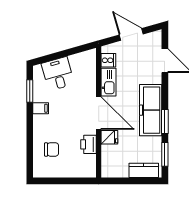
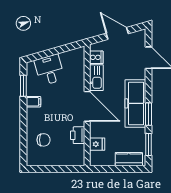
fridge: (109, 137) -> (97, 144), moved

